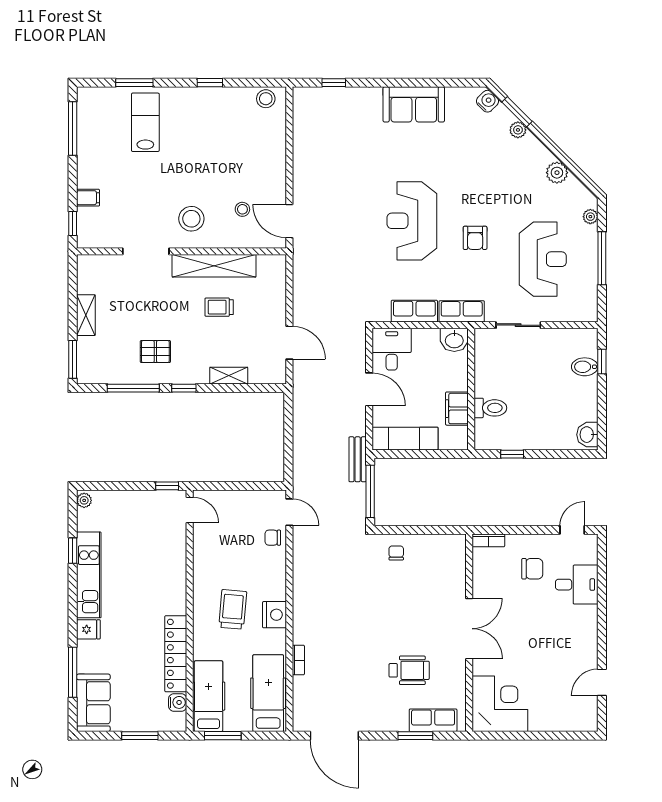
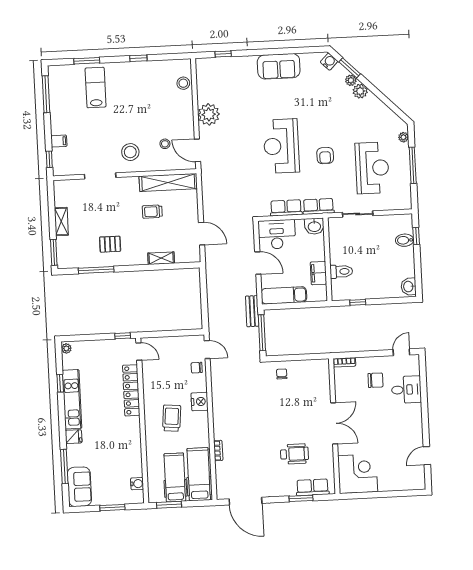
stool: (266, 99) -> (183, 83), moved
plant: (308, 170) -> (209, 114), added
plant: (557, 173) -> (360, 91), moved
shelving: (214, 266) -> (168, 182), moved
desk: (392, 349) -> (277, 234), width x1.37
window: (184, 388) -> (131, 268), removed
nightstand: (275, 615) -> (200, 402), moved
locker: (176, 654) -> (131, 390), moved
hospital bed: (209, 696) -> (175, 477), moved

